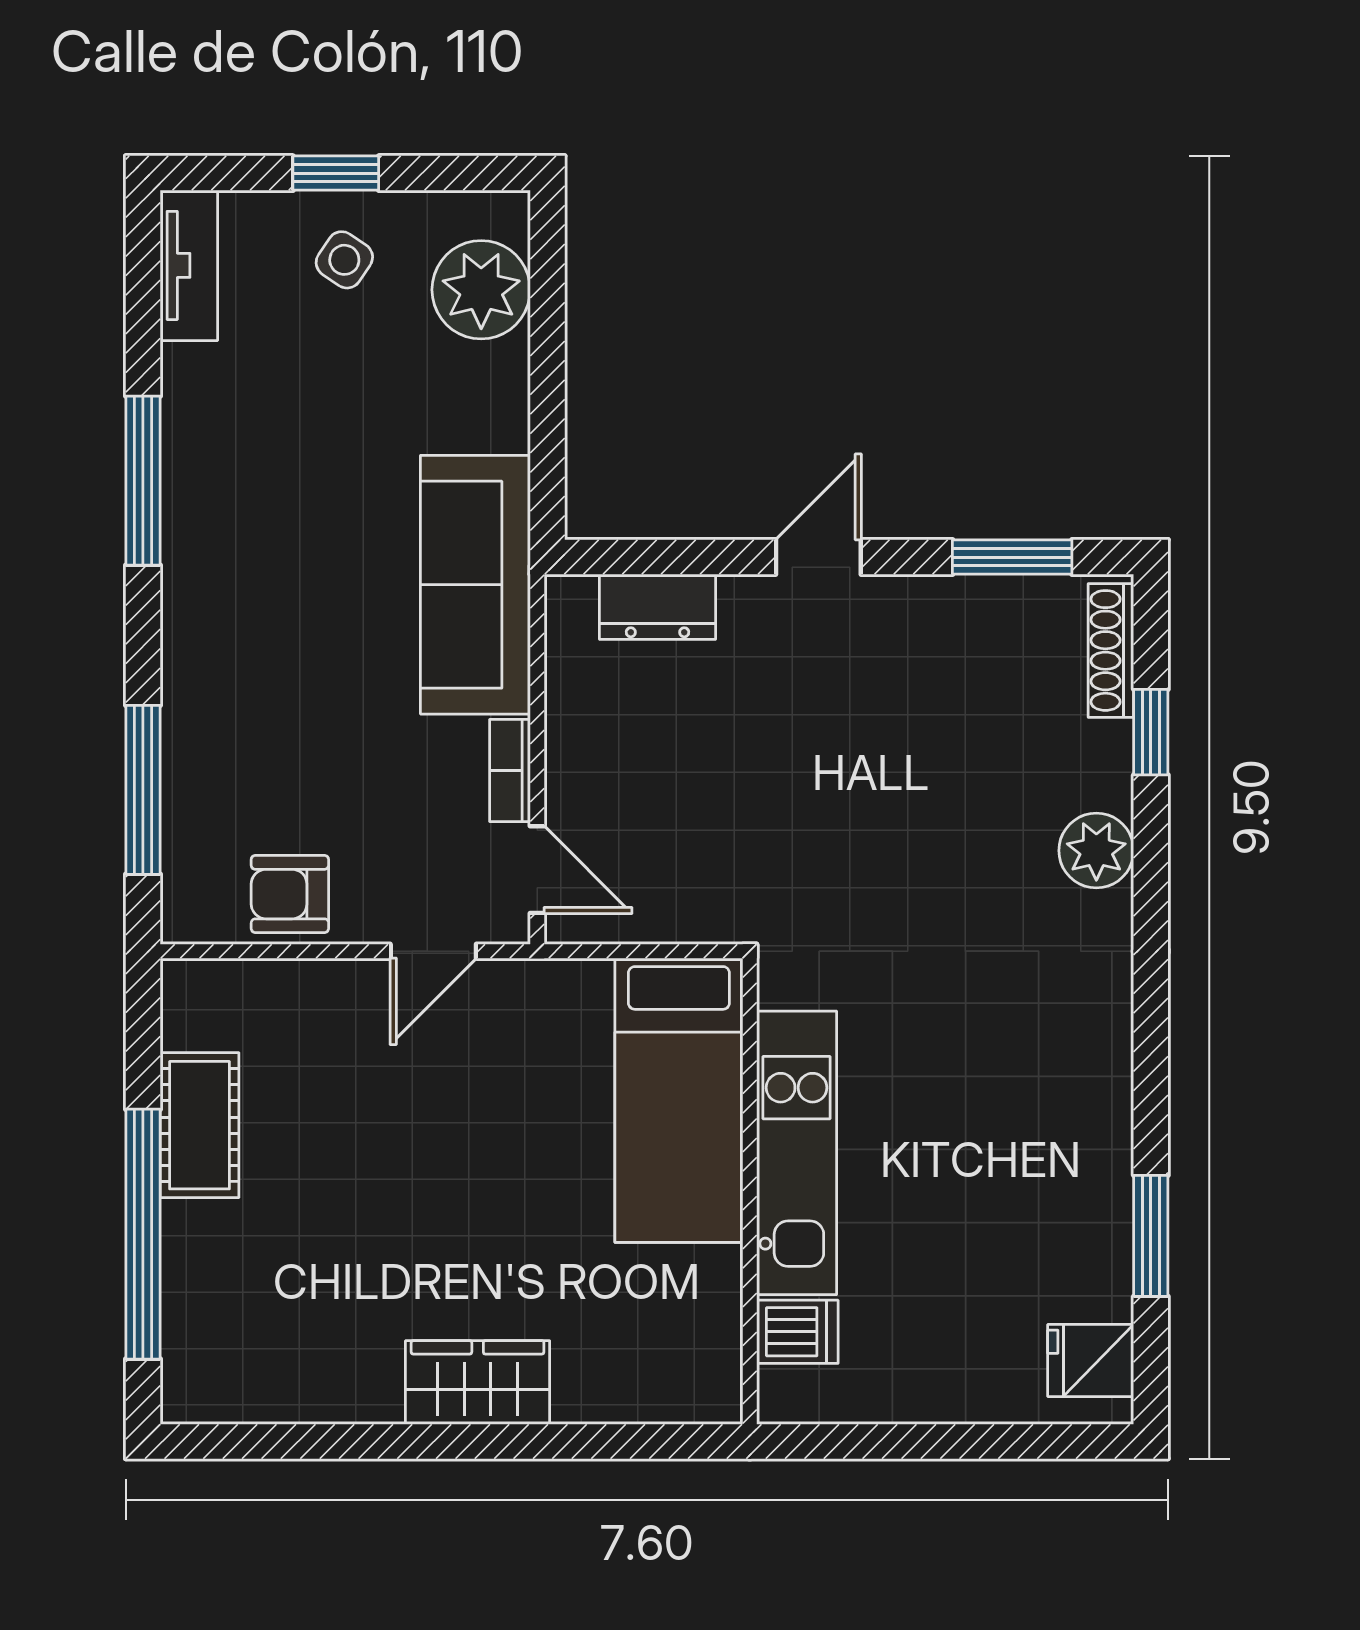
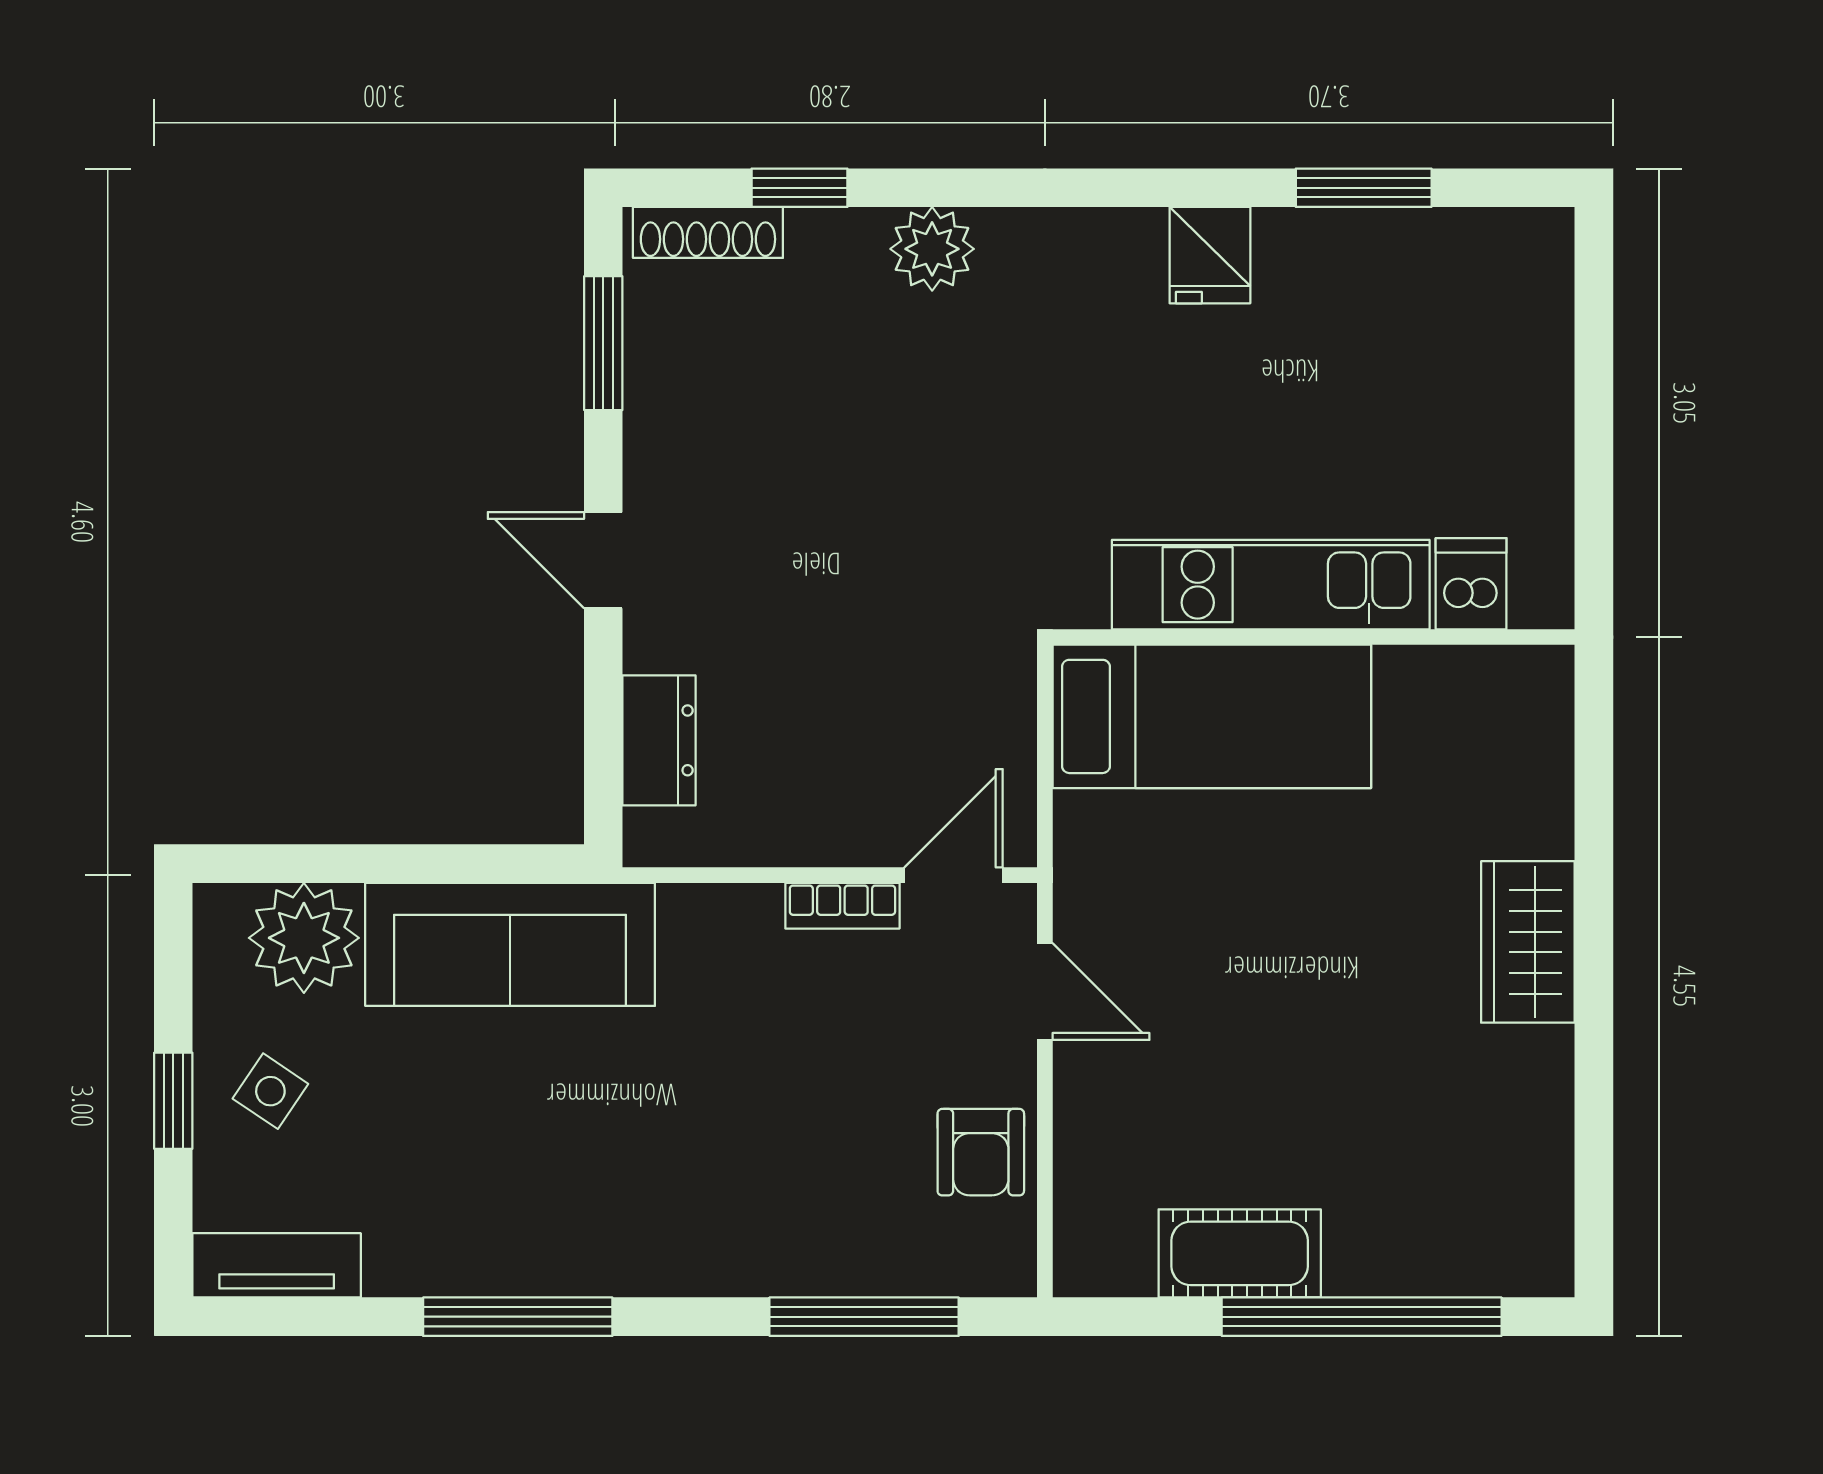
sofa: (475, 585) -> (510, 944), moved
fridge: (1091, 1360) -> (1210, 255), moved

